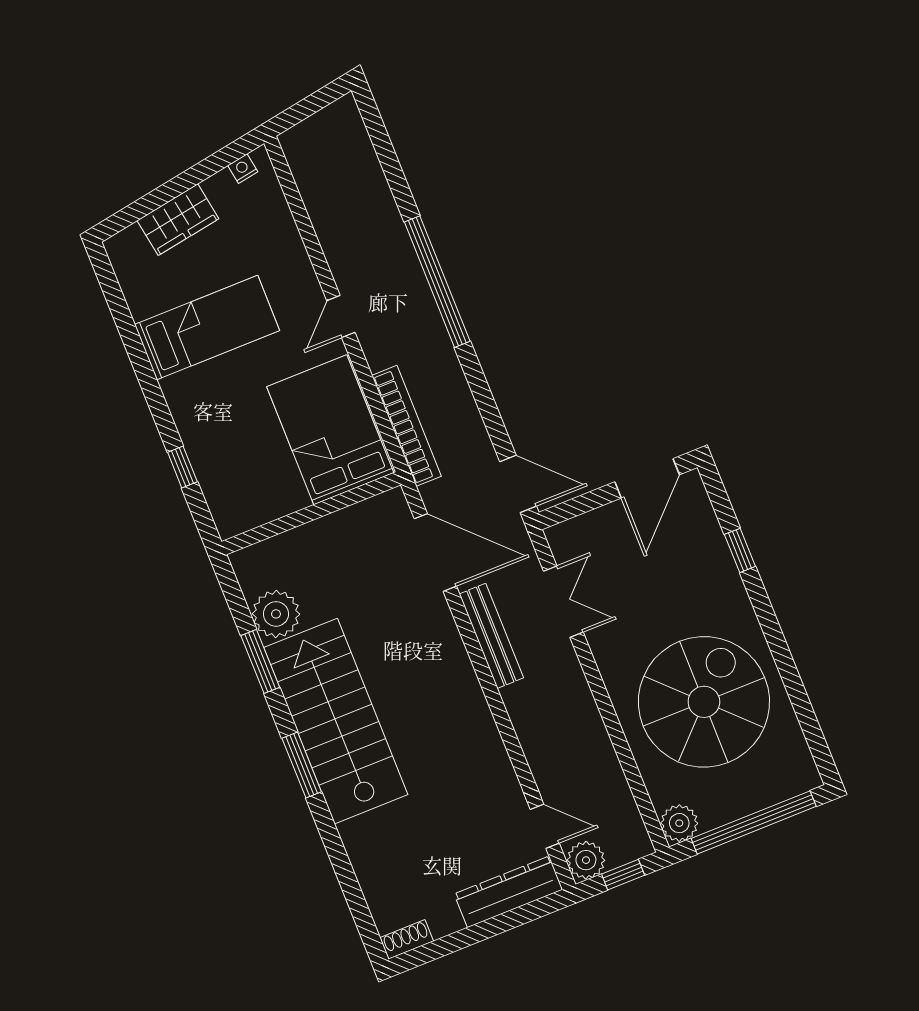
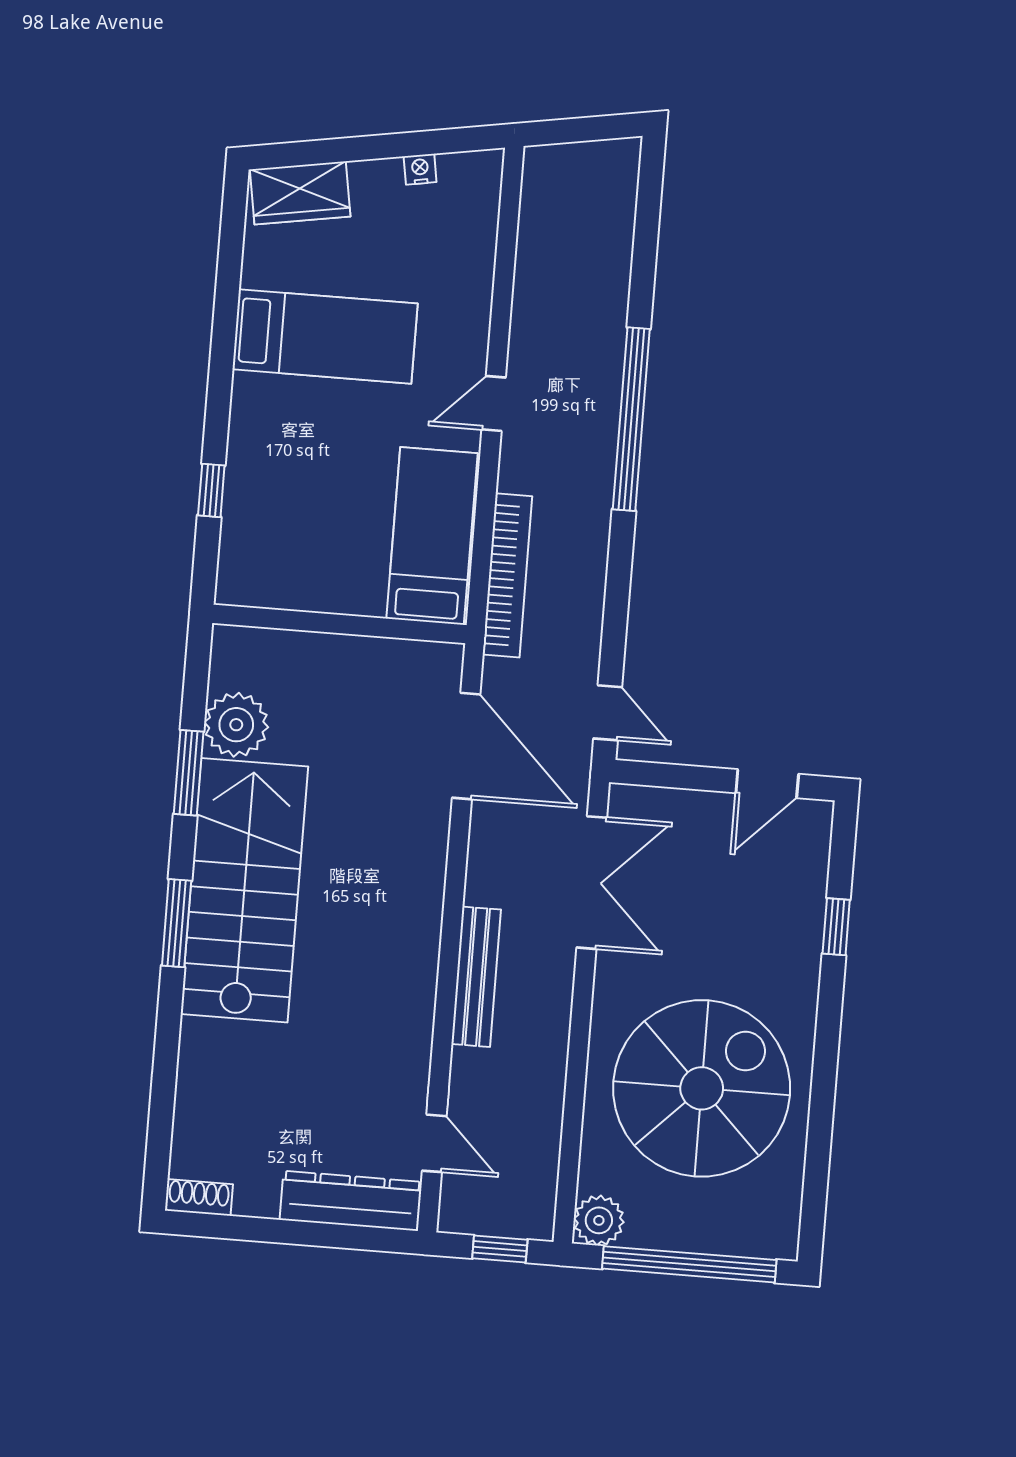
nightstand: (243, 169) -> (420, 169), moved
wardrobe: (178, 220) -> (300, 193), moved
bed: (330, 430) -> (432, 536), width x0.67
door: (647, 478) -> (767, 784), width x0.73
door: (518, 484) -> (608, 713), width x0.73
double door: (563, 602) -> (592, 883), width x1.37
bench: (491, 636) -> (476, 977), moved
plant: (586, 860) -> (464, 1209), removed

